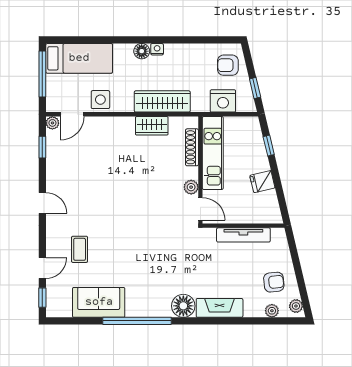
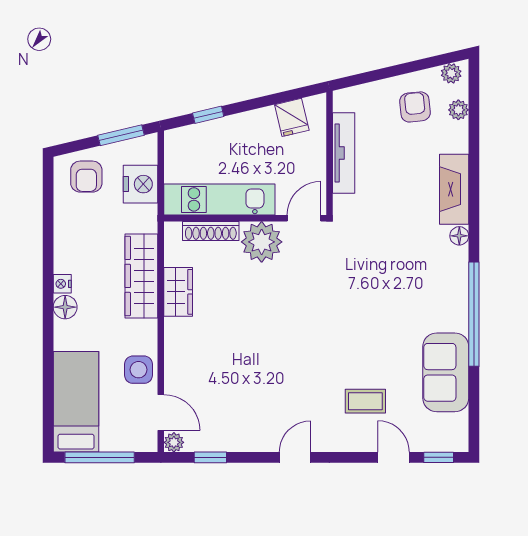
window: (255, 88) -> (121, 135), width x1.50
fridge: (262, 182) -> (292, 117), moved
plant: (191, 187) -> (262, 242), width x1.88, depth x1.88
floor lamp: (183, 306) -> (459, 236), width x0.53, depth x0.53

